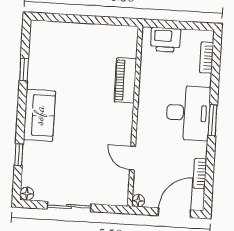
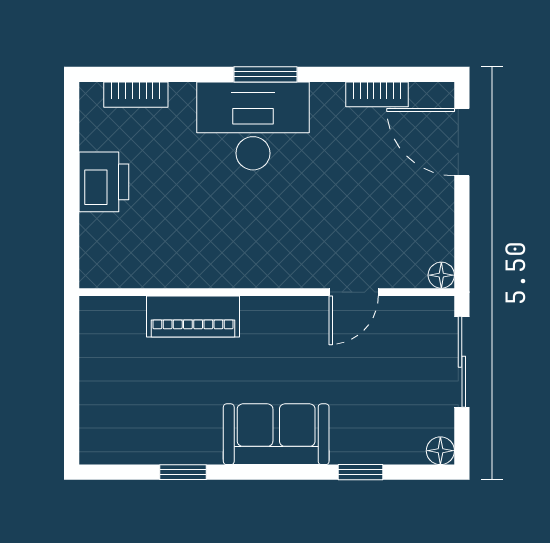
piano: (125, 80) -> (193, 316), moved
wall: (135, 116) -> (267, 292), moved
door: (133, 158) -> (354, 292), moved
floor lamp: (138, 201) -> (441, 275), moved

